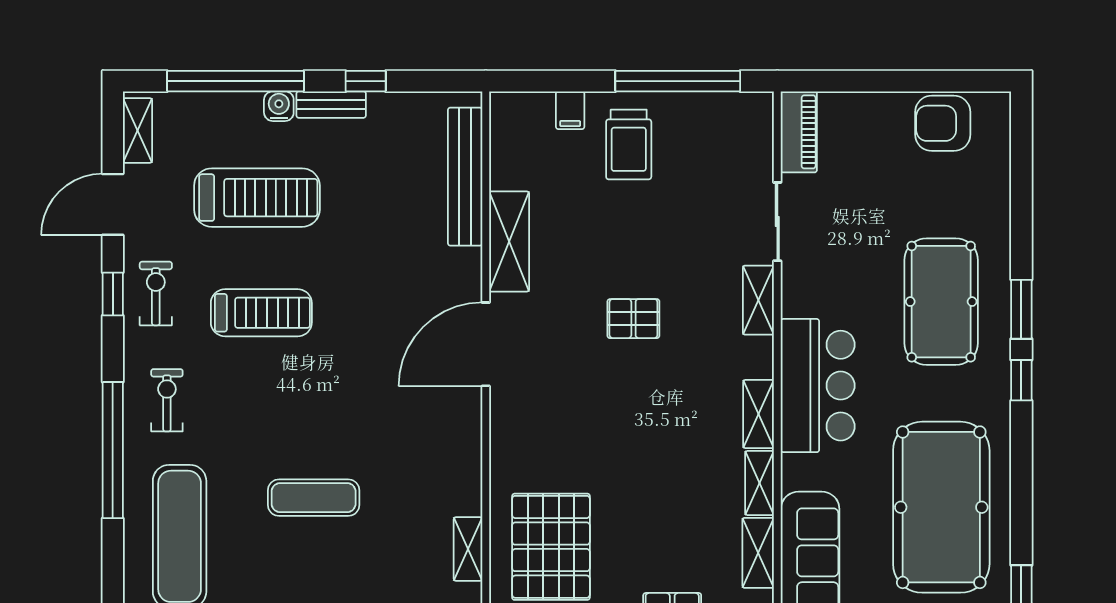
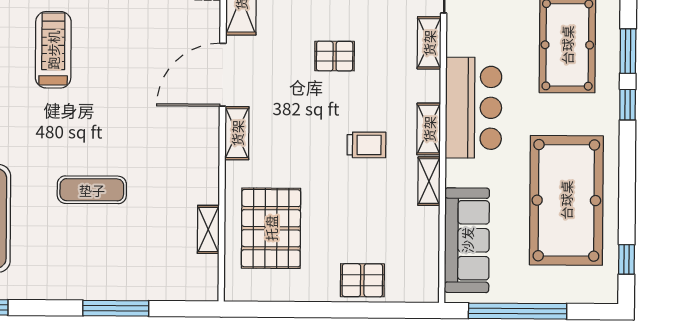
treadmill: (261, 313) -> (53, 50), turned -90
trolley: (676, 436) -> (366, 145), added
shelving: (758, 553) -> (237, 133), moved

